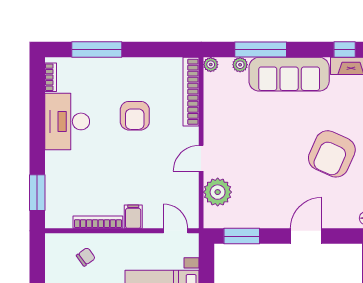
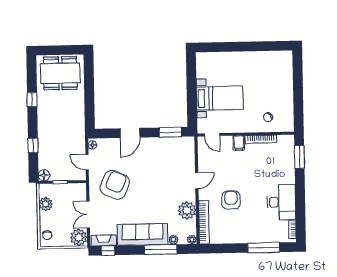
armchair: (135, 116) -> (231, 200), moved
plant: (218, 192) -> (187, 210), moved

